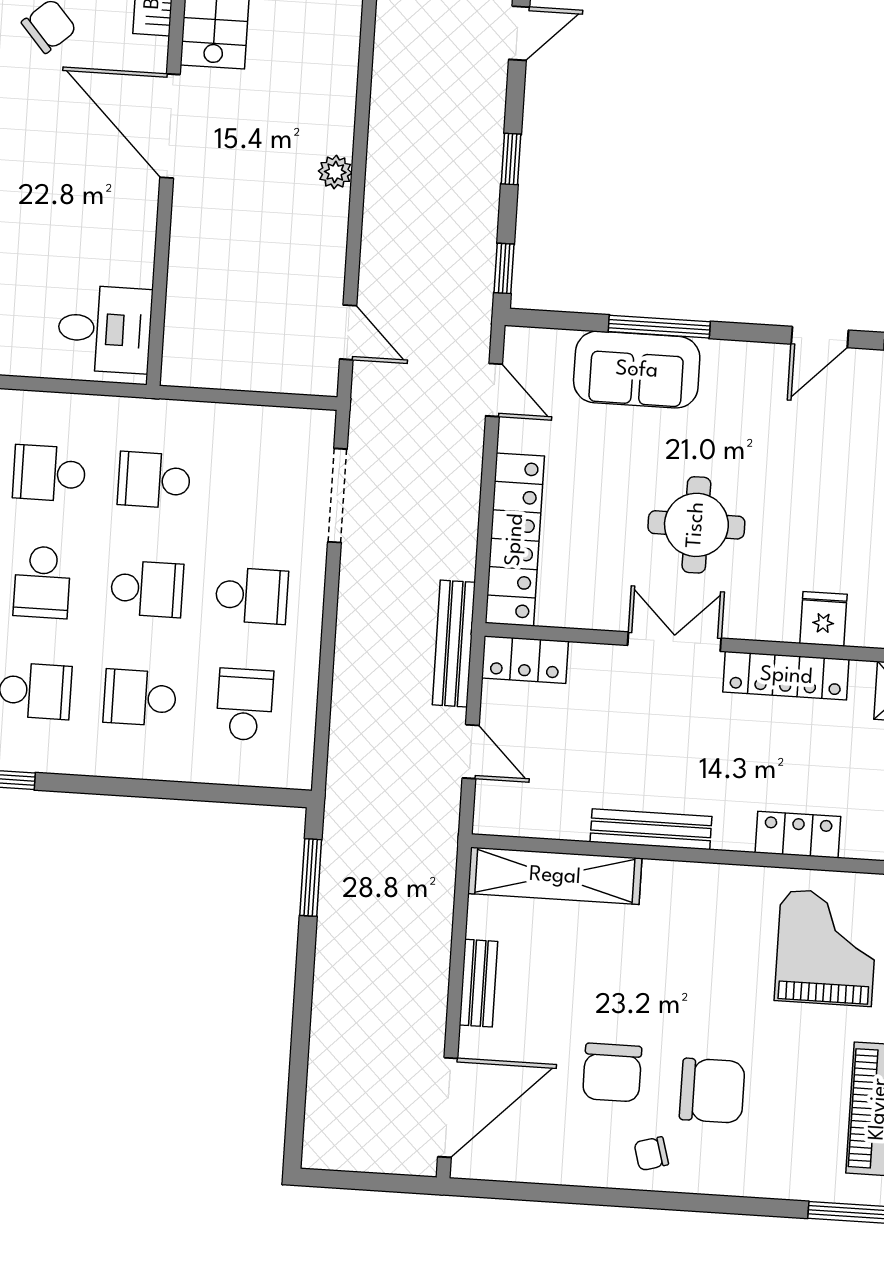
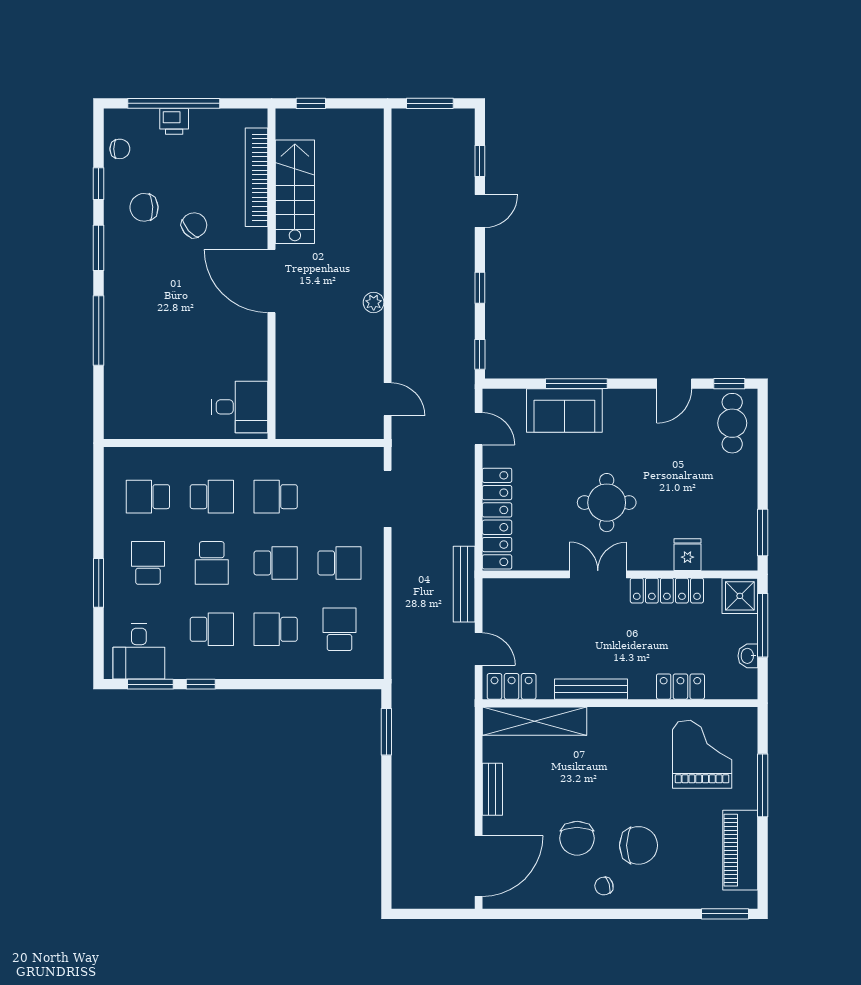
school desk: (49, 473) -> (212, 497), turned 180
locker: (525, 660) -> (512, 686), moved, turned 180

